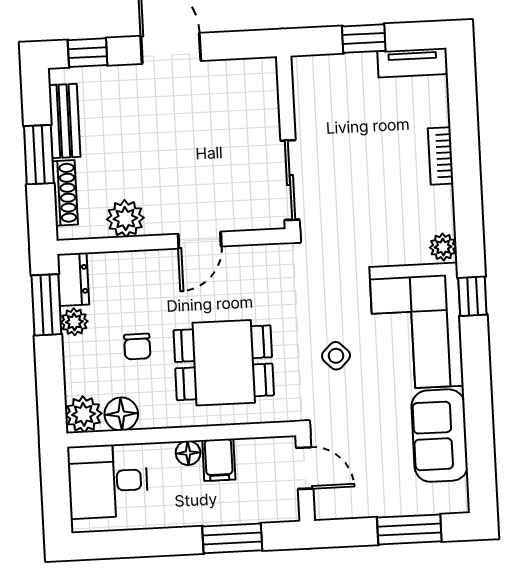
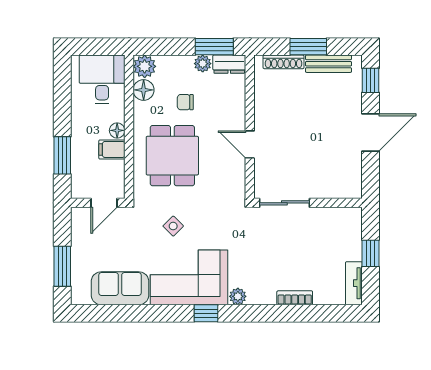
plant: (125, 219) -> (266, 99), removed

